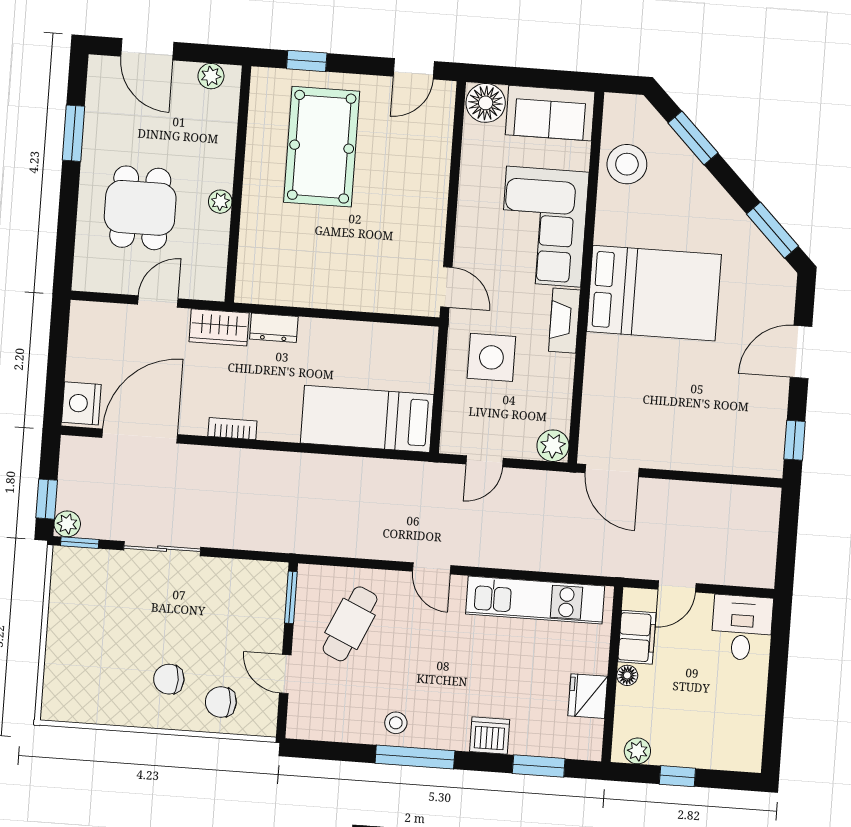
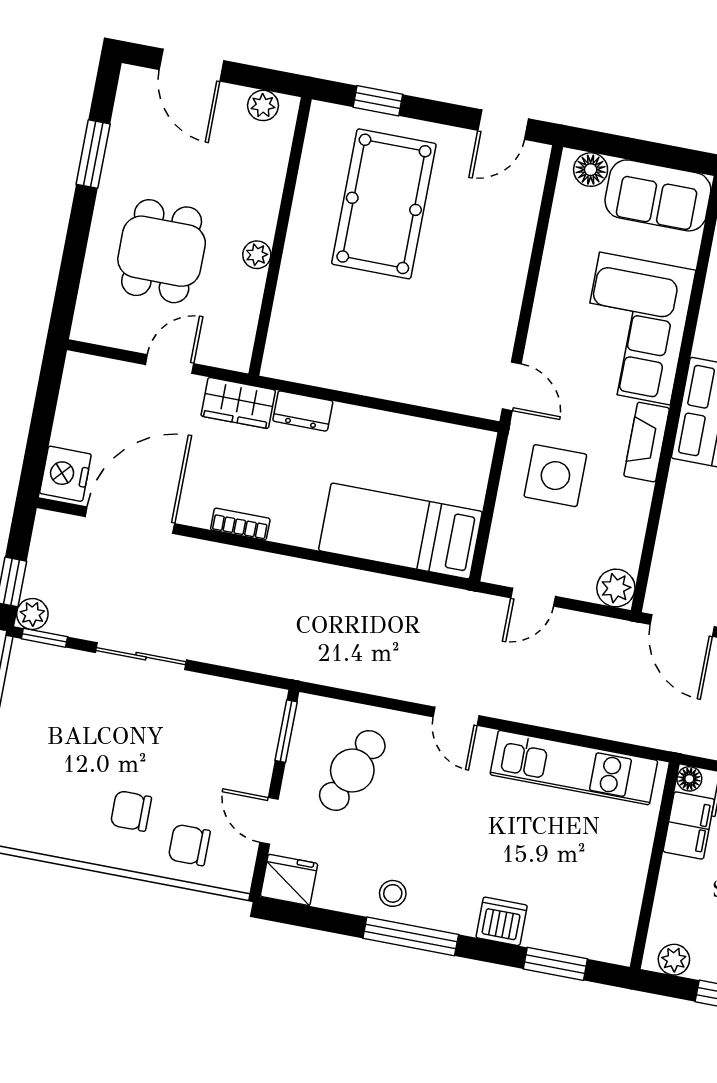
floor lamp: (486, 103) -> (591, 170), width x0.73, depth x0.73
floor lamp: (627, 675) -> (689, 779), moved
fridge: (588, 696) -> (289, 880), moved, turned 90

